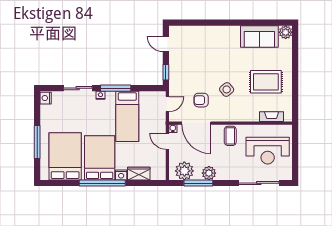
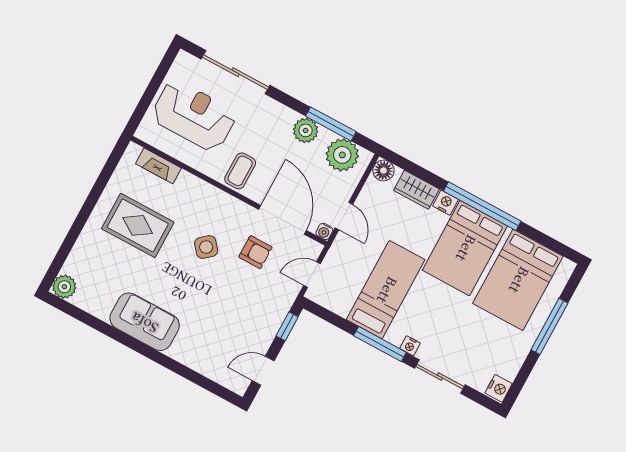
sofa: (259, 36) -> (145, 322), moved
door: (166, 44) -> (263, 371), swing flipped
floor lamp: (160, 174) -> (383, 171), added

